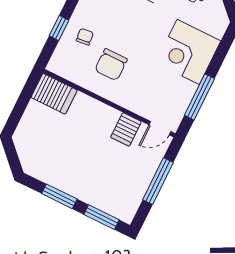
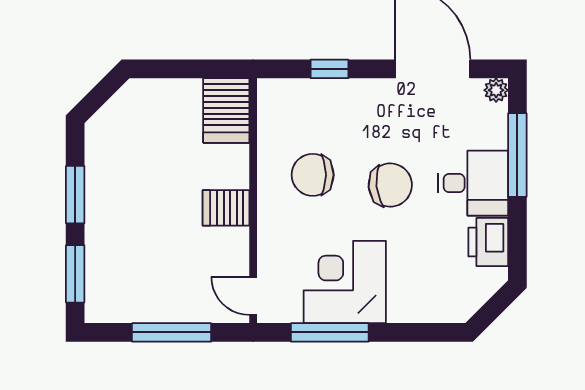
chair: (85, 37) -> (390, 185), moved, width x1.87, depth x1.87
corner desk: (188, 52) -> (345, 282), moved
server rack: (126, 129) -> (226, 208), moved

